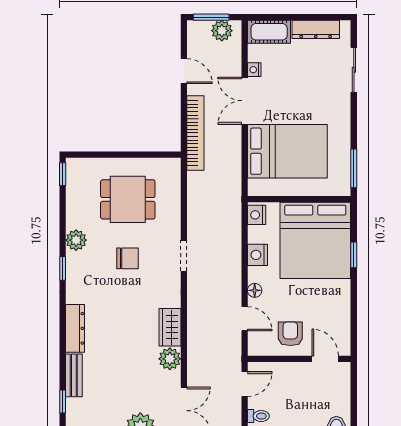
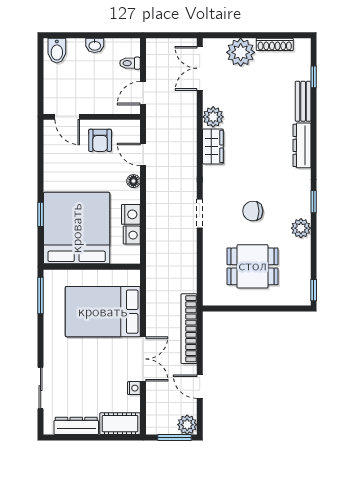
plant: (222, 31) -> (187, 425), moved
nightstand: (257, 215) -> (132, 235), moved

